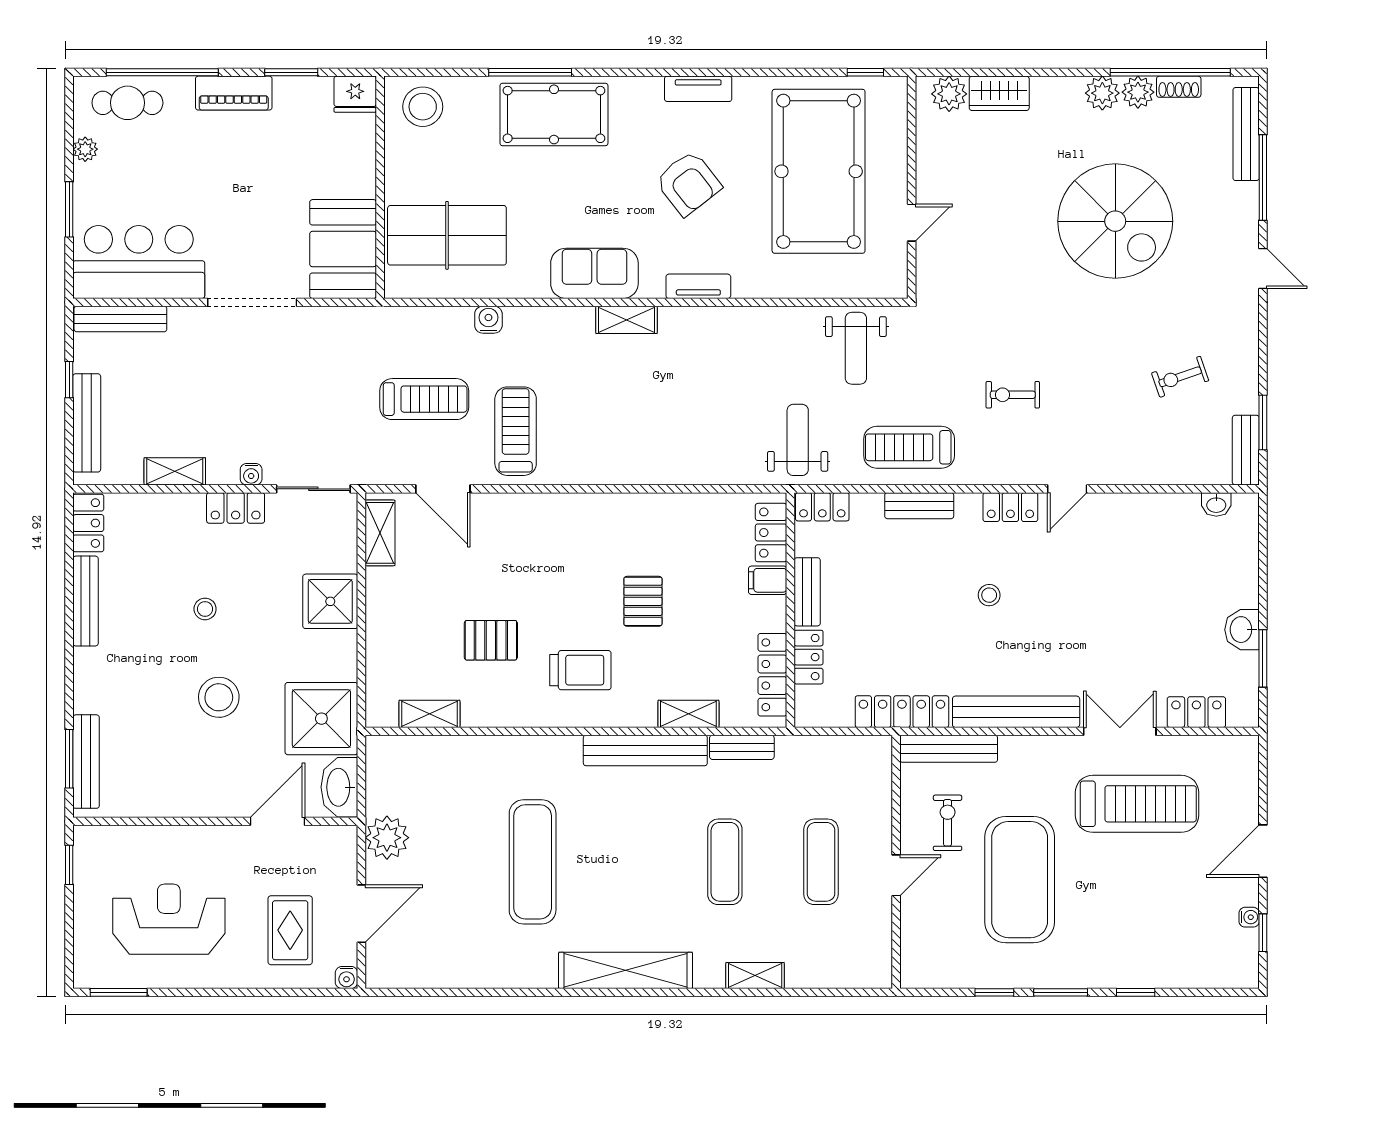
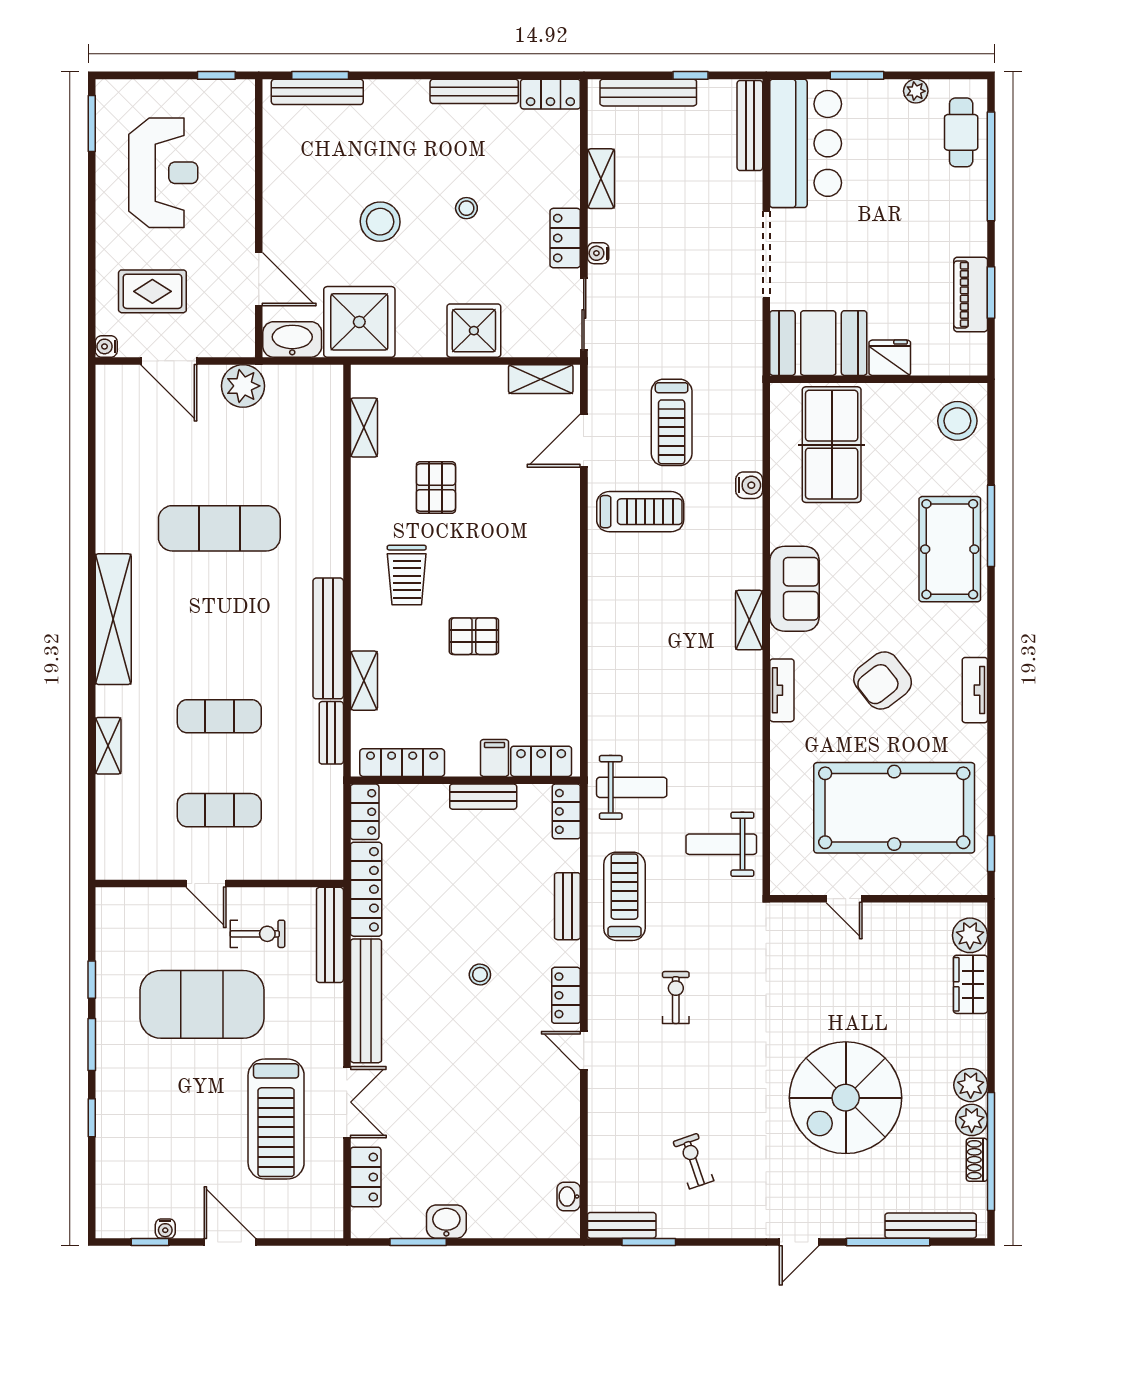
piano: (234, 93) -> (971, 294), moved
fridge: (355, 94) -> (890, 358), moved, turned 90
locker: (809, 657) -> (365, 812), moved, turned -90

